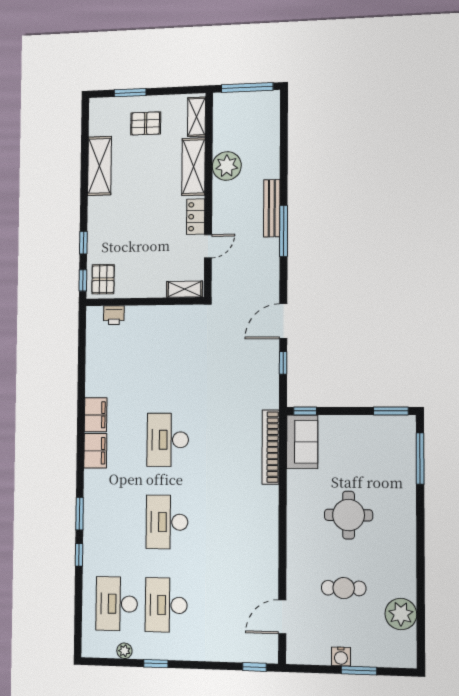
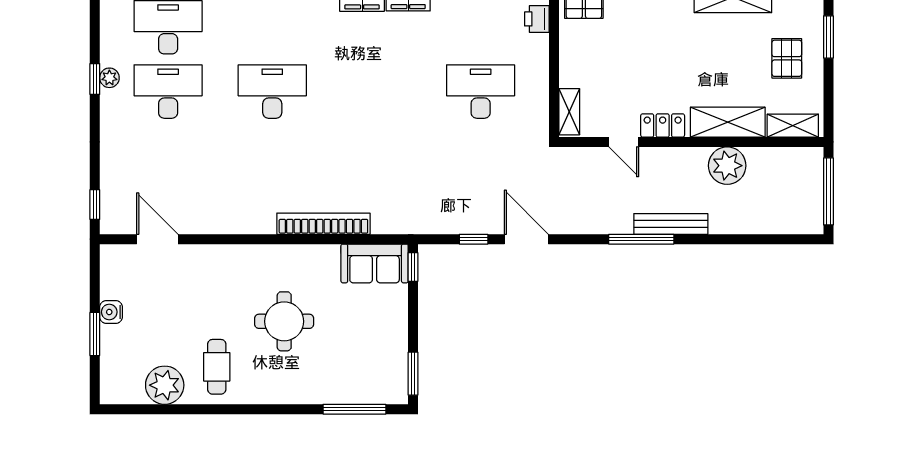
desk: (168, 440) -> (481, 92), moved
bookcase: (271, 447) -> (323, 224), moved
cafe table: (344, 588) -> (217, 367), moved
plant: (124, 651) -> (109, 78), moved

